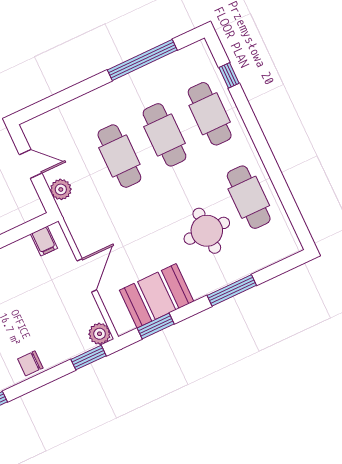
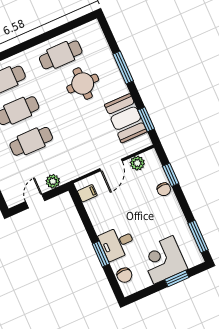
door: (87, 275) -> (111, 165), swing flipped
plant: (100, 334) -> (137, 163), moved
window: (88, 358) -> (171, 175), moved
chair: (30, 363) -> (164, 189), moved

